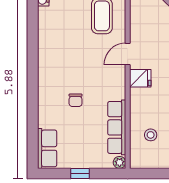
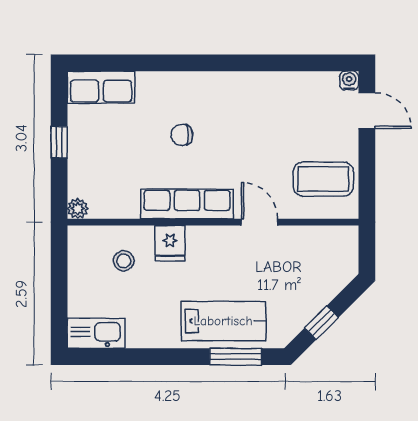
fridge: (140, 78) -> (170, 243), moved
row of seats: (117, 127) -> (187, 204), moved

